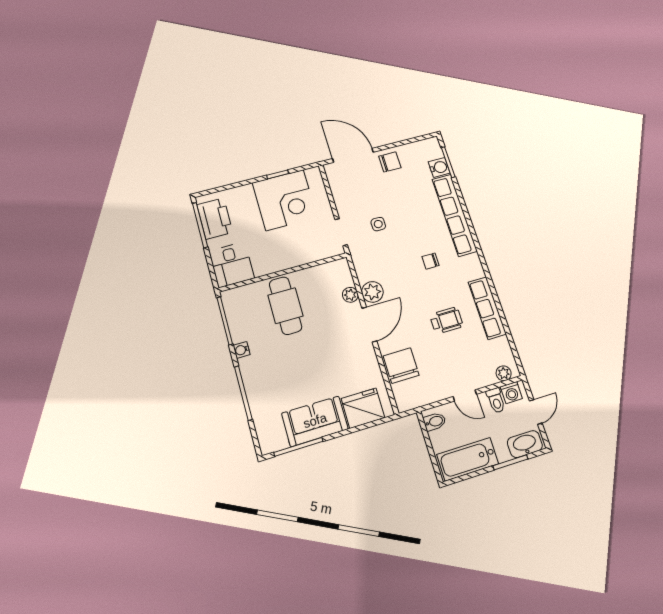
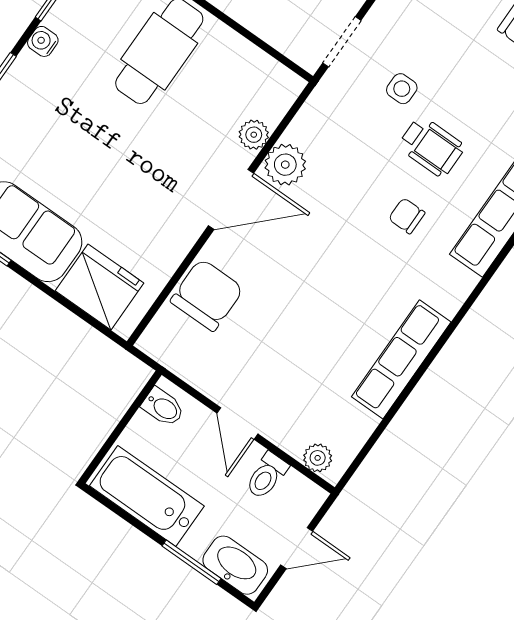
wheelchair: (446, 320) -> (431, 147), moved
washing machine: (511, 393) -> (297, 490), removed

